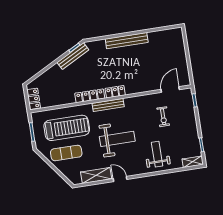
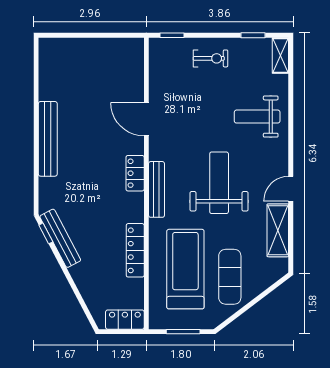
door: (170, 90) -> (146, 119), moved
locker: (90, 96) -> (135, 250), moved
exercise bike: (163, 117) -> (210, 58), moved

